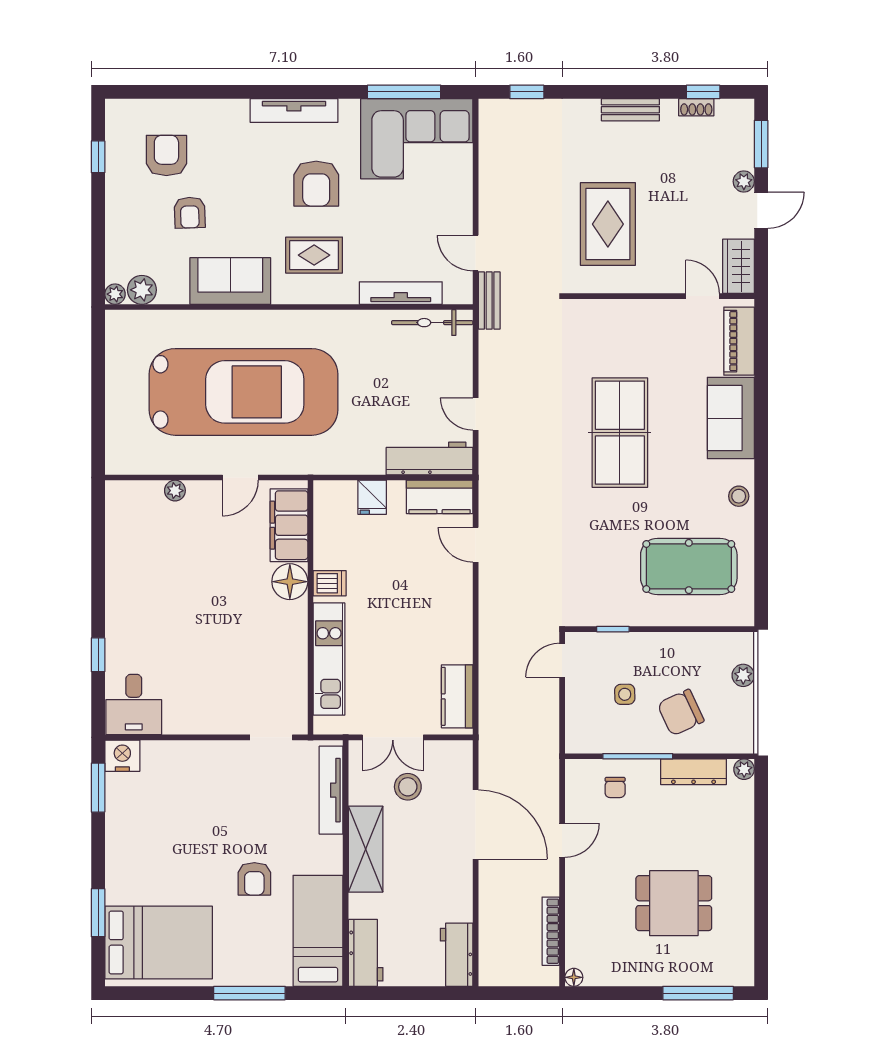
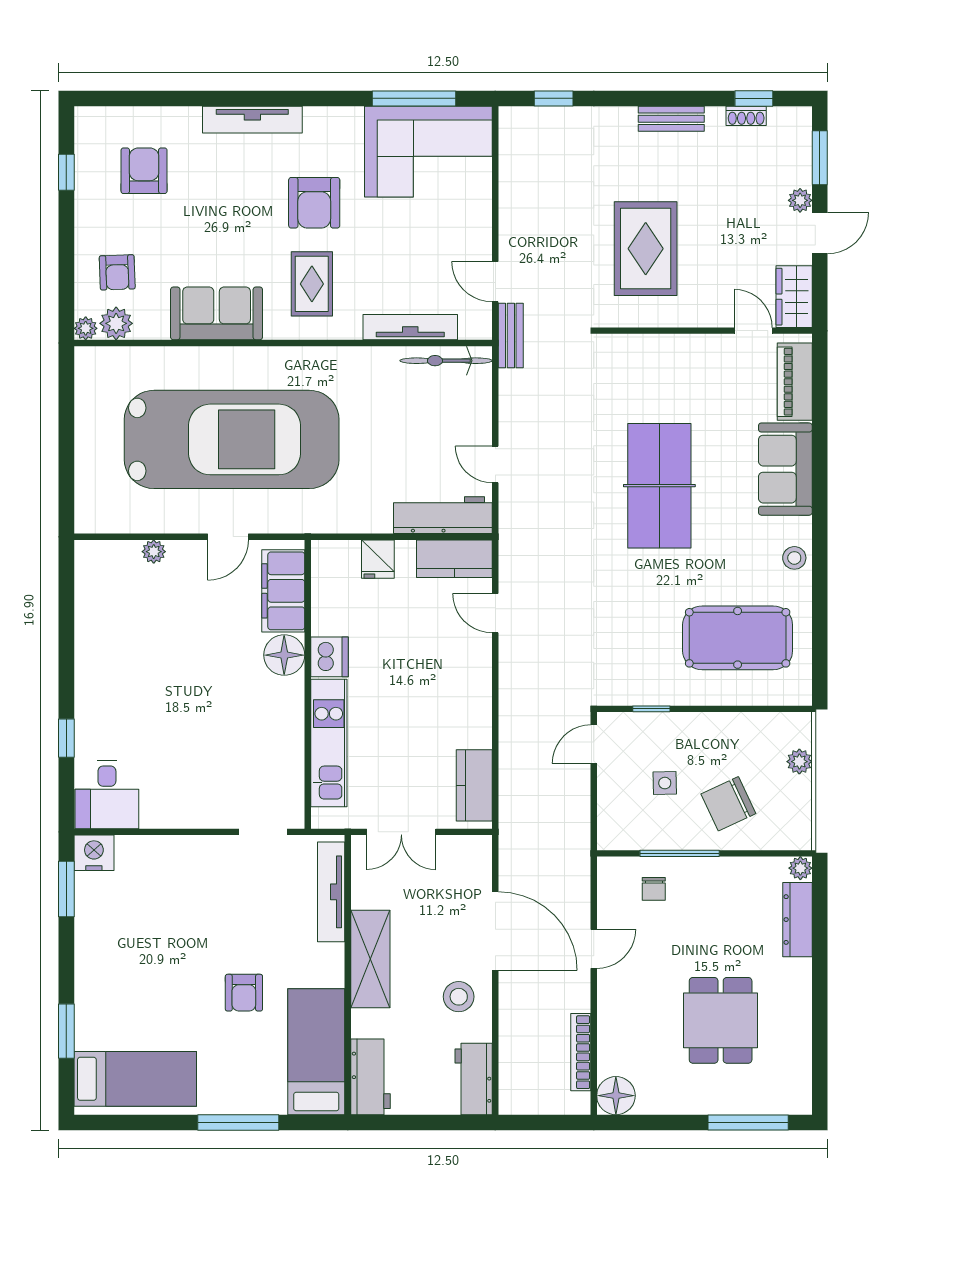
tv unit: (294, 111) -> (252, 120), moved
armchair: (190, 213) -> (117, 272), moved
rug: (314, 255) -> (312, 284), turned 90
dishwasher: (330, 583) -> (329, 657), width x1.38
dresser: (694, 772) -> (797, 920), moved, turned 90
stool: (408, 787) -> (459, 997), moved
dining table: (674, 903) -> (721, 1020), turned 90
bed: (159, 942) -> (135, 1079), width x0.67
floor lamp: (574, 977) -> (616, 1096), width x1.89, depth x1.89

